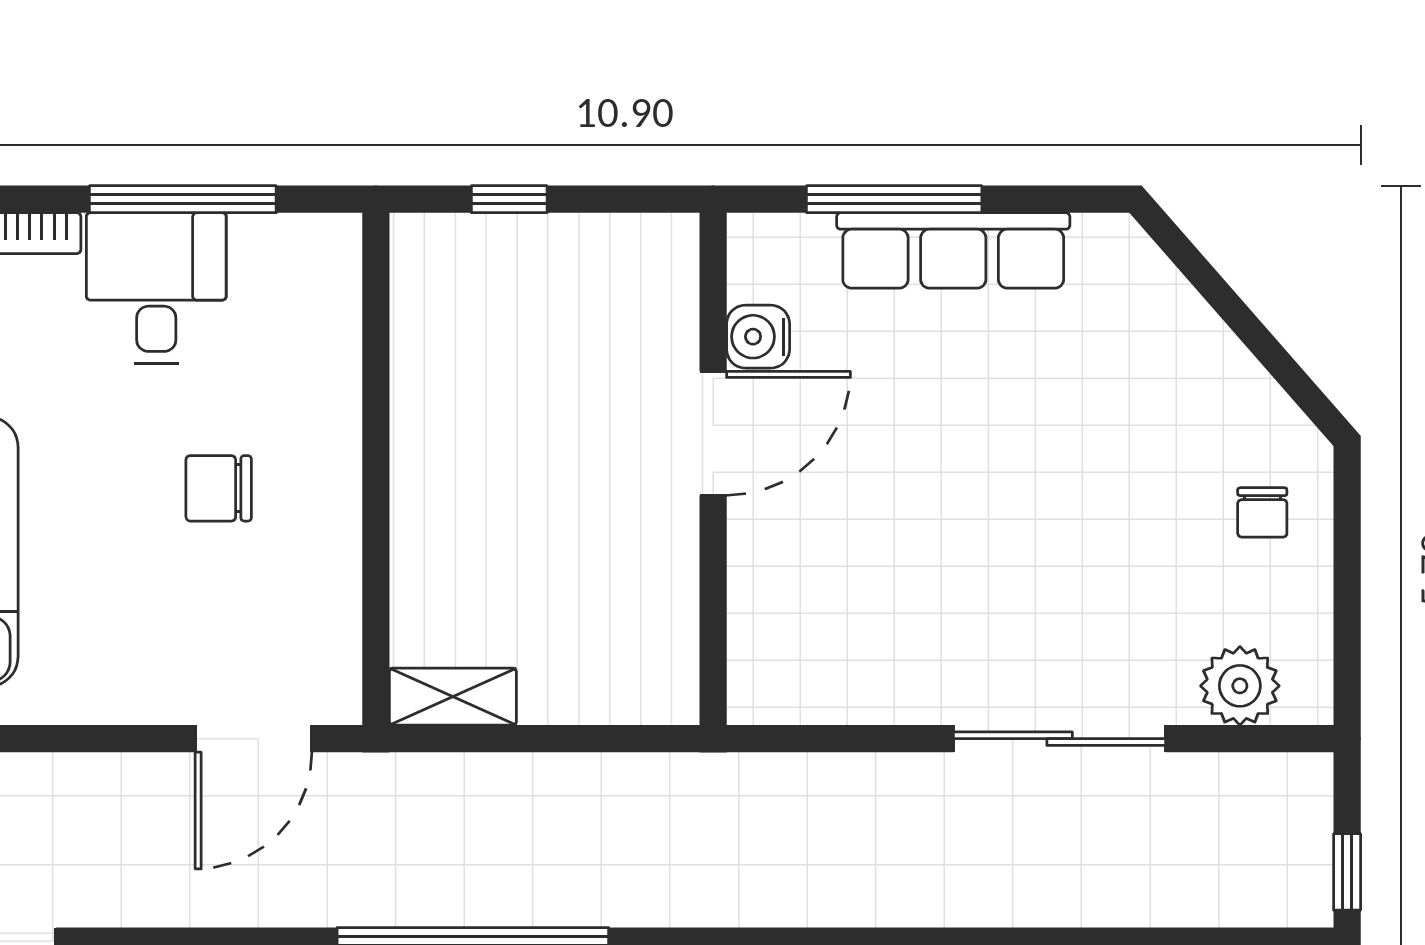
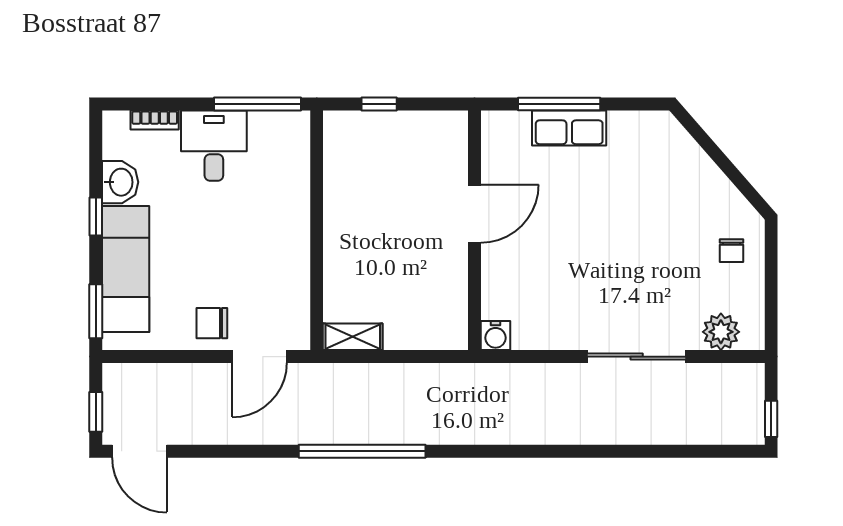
window: (183, 199) -> (257, 104), moved
row of seats: (953, 250) -> (569, 128), width x0.68
water cooler: (758, 337) -> (496, 335), moved, turned -90
chair: (219, 488) -> (212, 323), moved

